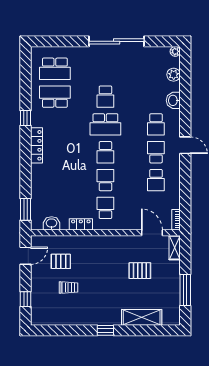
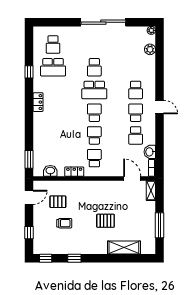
school desk: (55, 69) -> (53, 45), width x0.54
school desk: (55, 97) -> (53, 67), turned 180
washbasin: (173, 100) -> (150, 152), moved
window: (26, 118) -> (29, 72), moved
locker: (37, 145) -> (38, 102), width x0.66
school desk: (105, 152) -> (94, 113), turned 180
pallet: (140, 271) -> (105, 221), moved
window: (46, 330) -> (46, 258), added
window: (105, 330) -> (74, 258), moved

